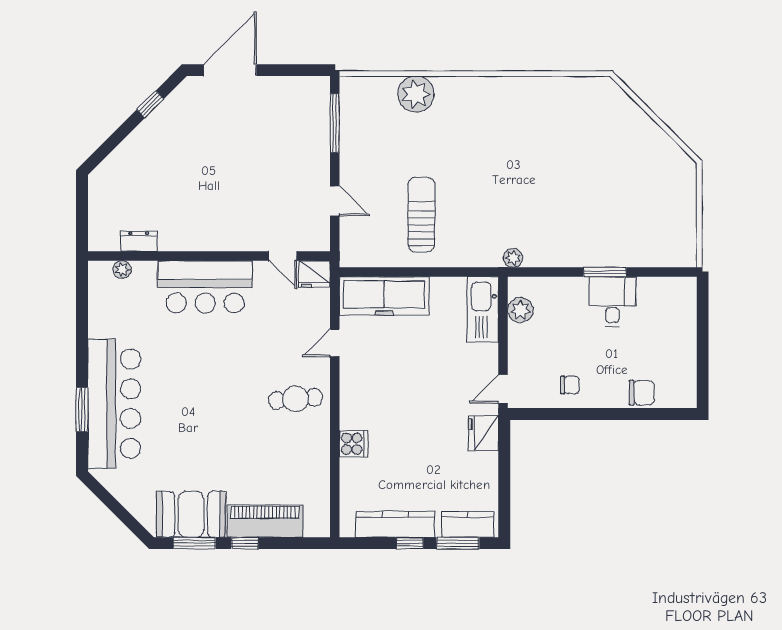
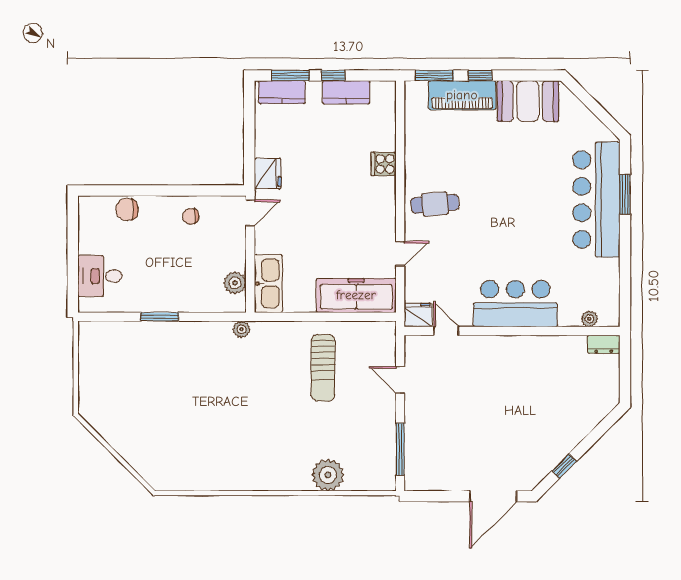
dresser: (139, 241) -> (604, 344), moved
desk: (612, 302) -> (100, 276), moved, turned 90
kitchen counter: (395, 524) -> (346, 92), width x0.67
window: (194, 543) -> (434, 75), moved

